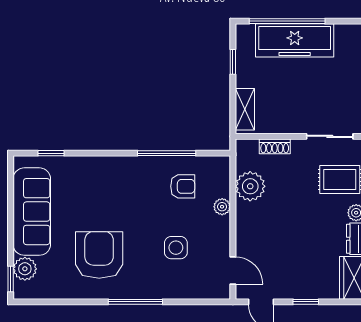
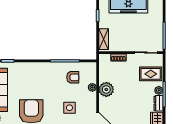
plant: (250, 186) -> (106, 89), moved

